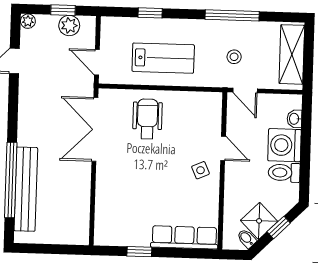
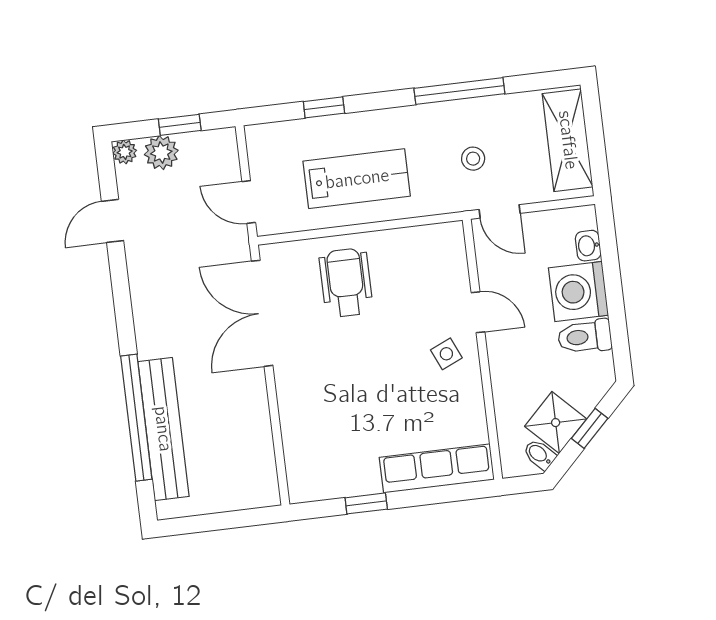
plant: (69, 25) -> (161, 153), moved

